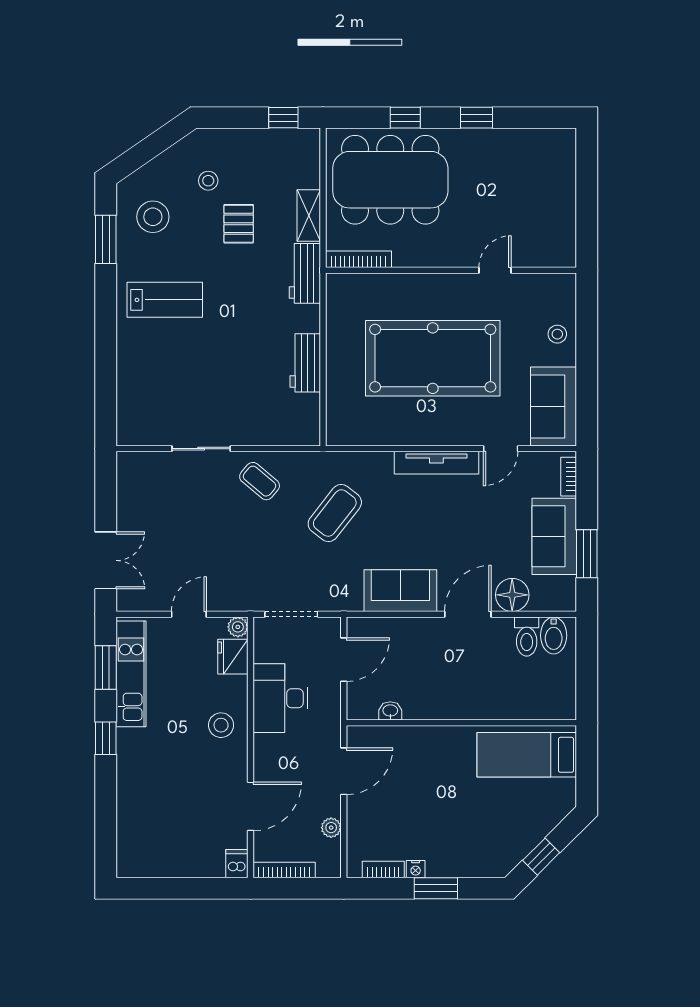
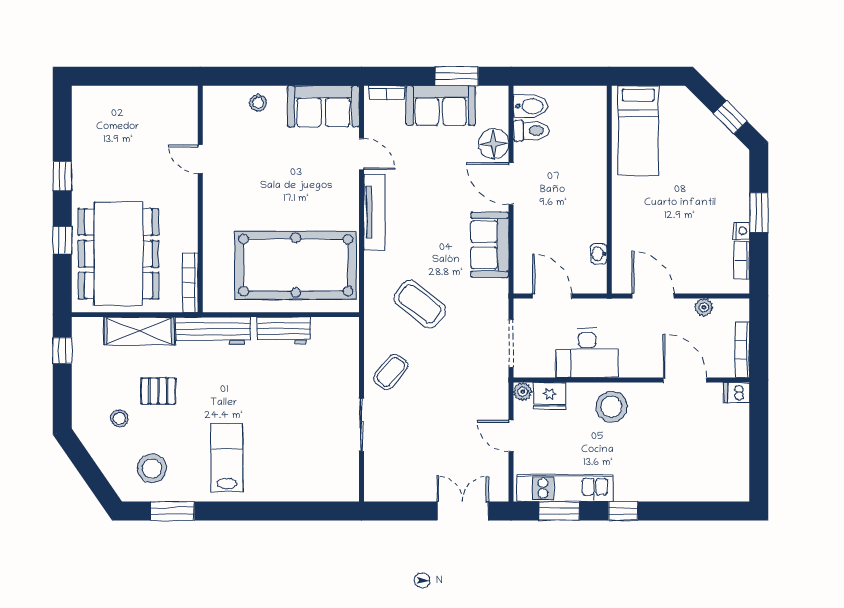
shelving: (309, 215) -> (139, 331), width x1.50, depth x1.33
workbench: (305, 273) -> (213, 331), width x1.38
pool table: (433, 358) -> (296, 265), moved, turned 90
stool: (221, 725) -> (611, 407), width x1.38, depth x1.38

